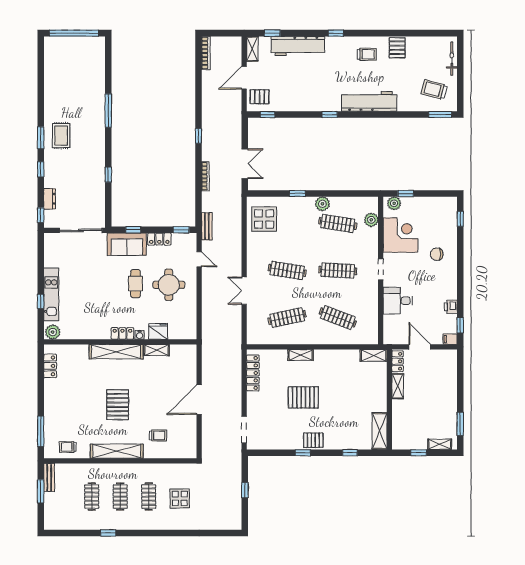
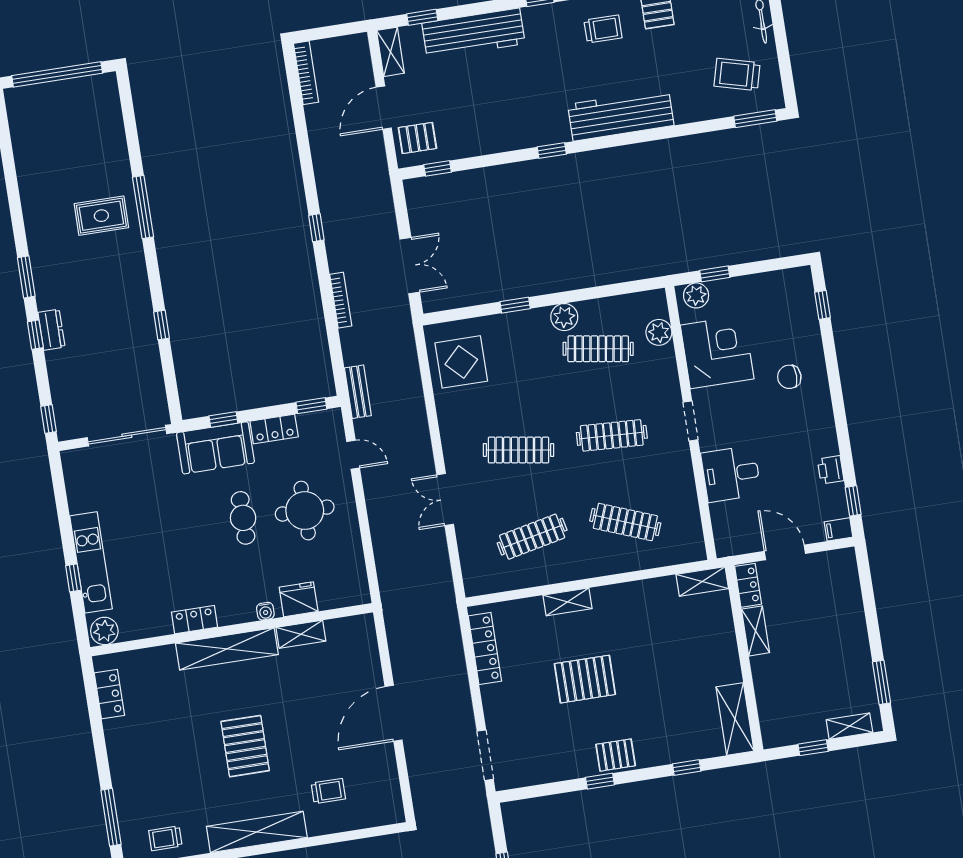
rug: (61, 136) -> (101, 216), moved, turned 90
dresser: (50, 199) -> (51, 330), moved
locker: (122, 333) -> (194, 620), moved

